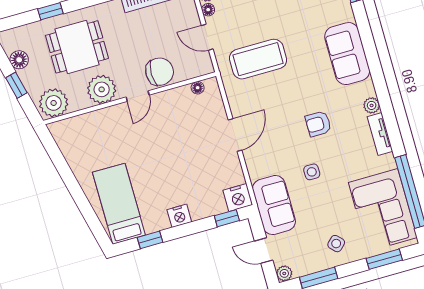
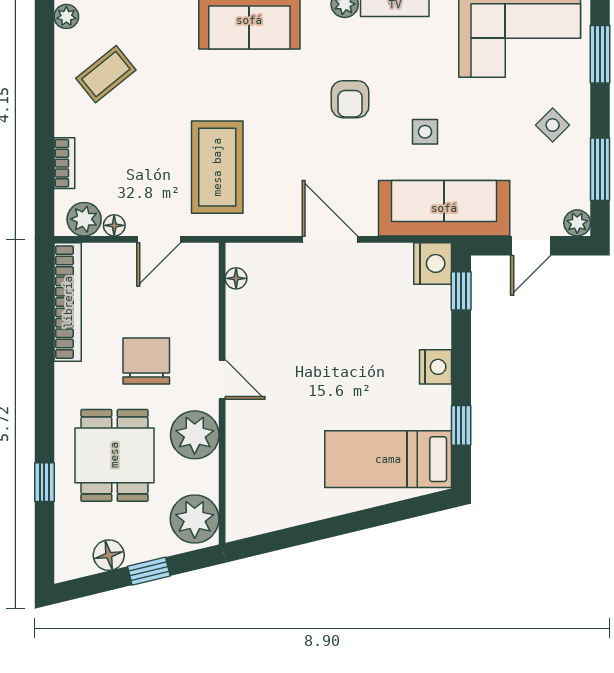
chair: (160, 72) -> (146, 361), moved
sofa: (274, 205) -> (444, 208), width x1.36

